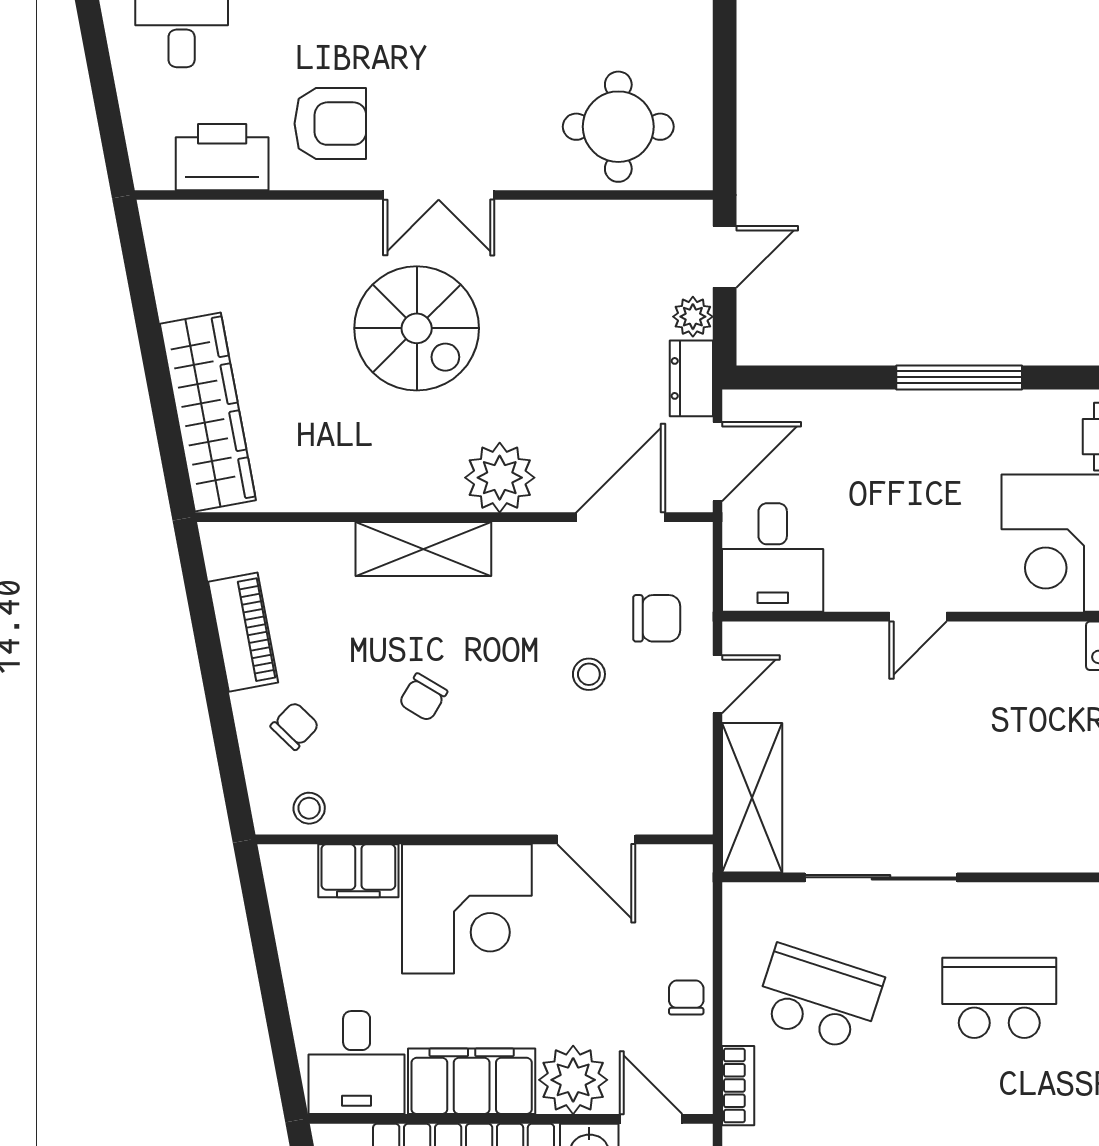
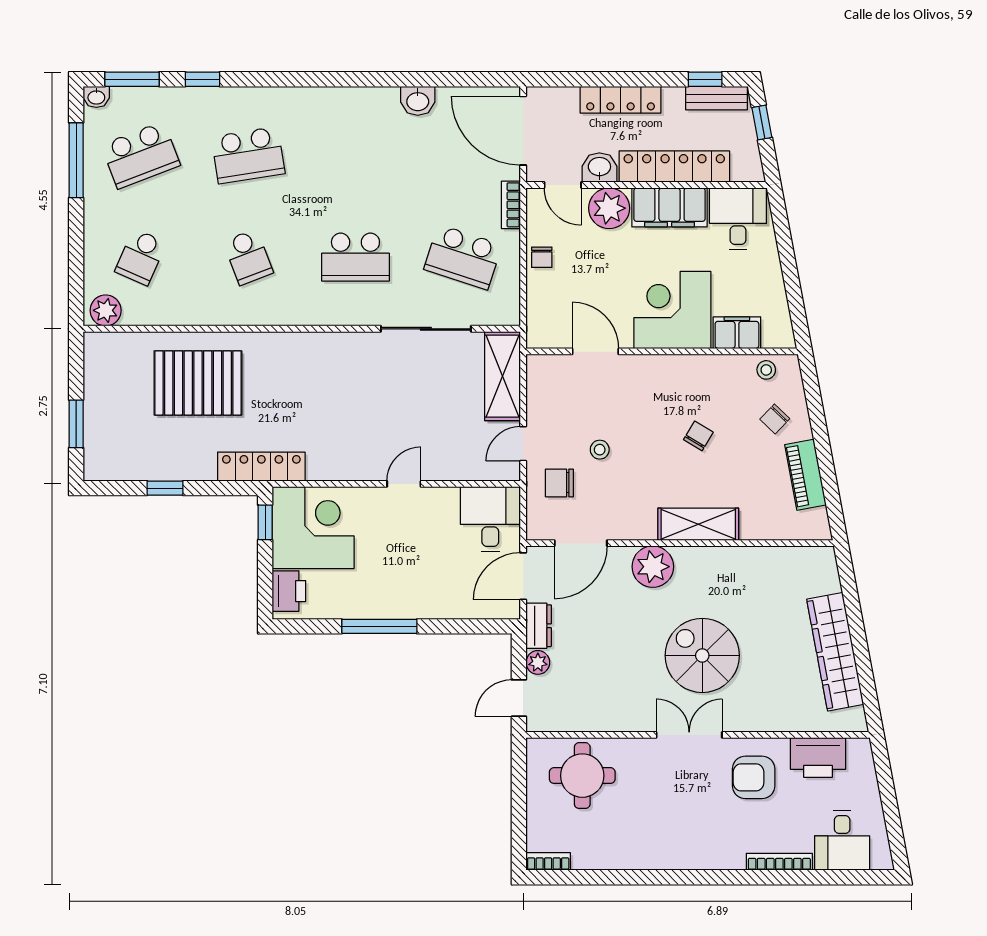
wardrobe: (208, 412) -> (835, 652), moved

